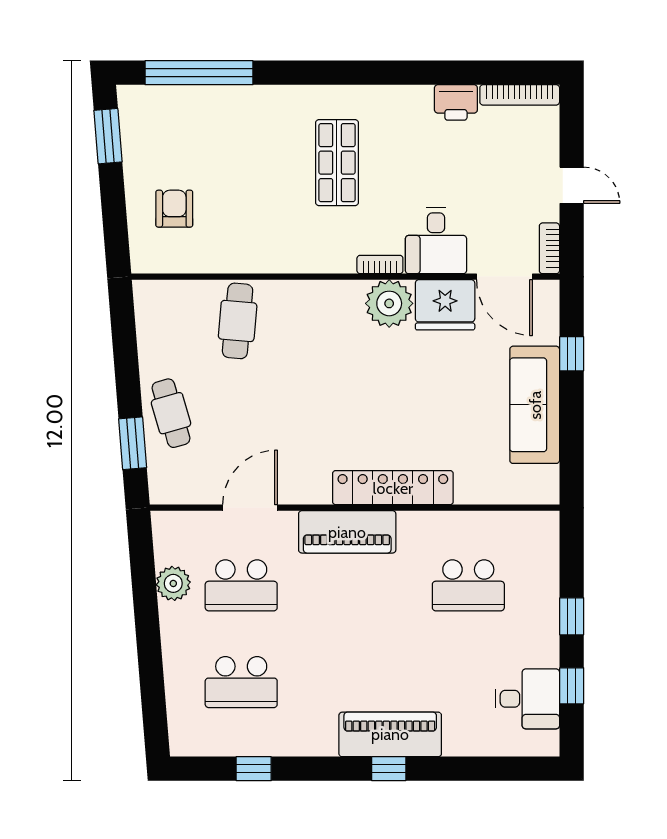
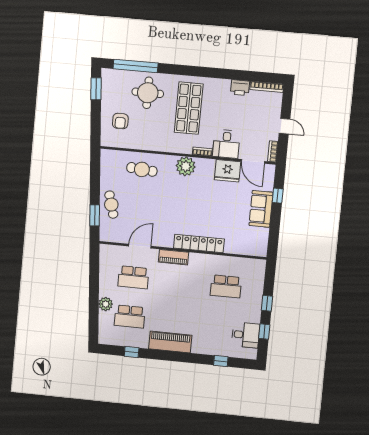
round table: (235, 135) -> (148, 93), added
shop shelf: (337, 163) -> (189, 108), width x1.43, depth x1.36
armchair: (174, 209) -> (120, 121), turned 180
plant: (389, 303) -> (186, 166), moved
cafe table: (238, 321) -> (142, 169), turned 90
sofa: (535, 405) -> (261, 209), width x0.73
piano: (347, 532) -> (173, 257), width x0.73, depth x0.75
plant: (173, 583) -> (106, 304), moved
piano: (390, 734) -> (170, 342), moved
window: (389, 769) -> (221, 361), moved

